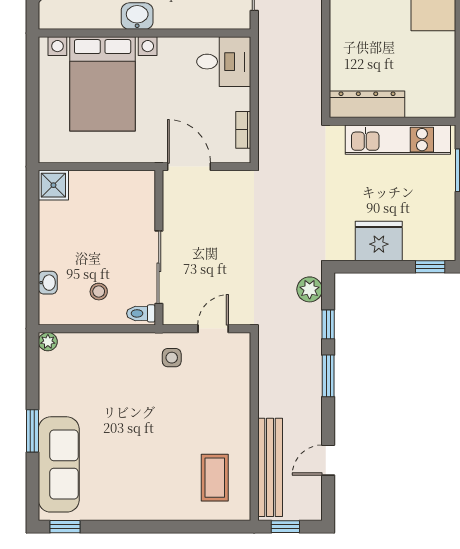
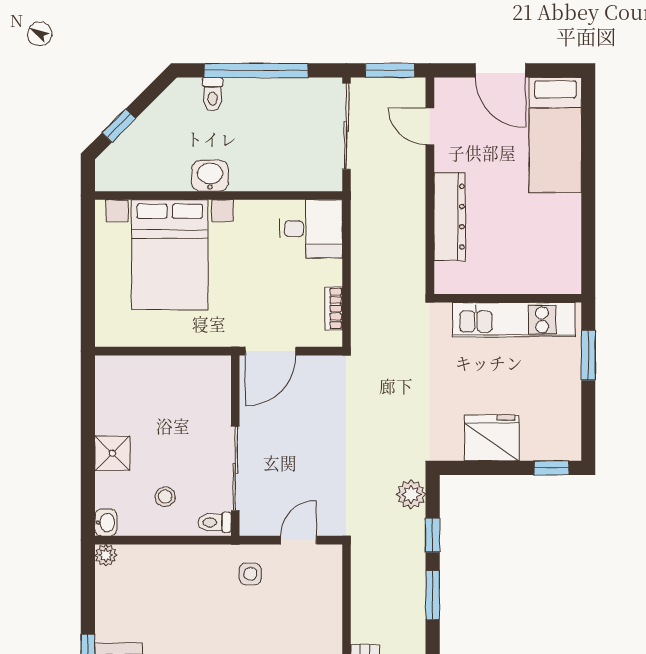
dresser: (367, 104) -> (450, 217), moved, turned 90
door: (189, 167) -> (270, 351), swing flipped
shower: (53, 185) -> (112, 453), moved
washbasin: (48, 283) -> (106, 523), moved

